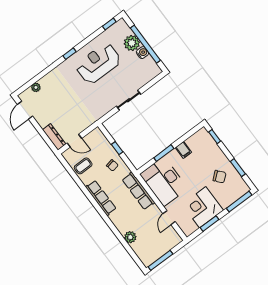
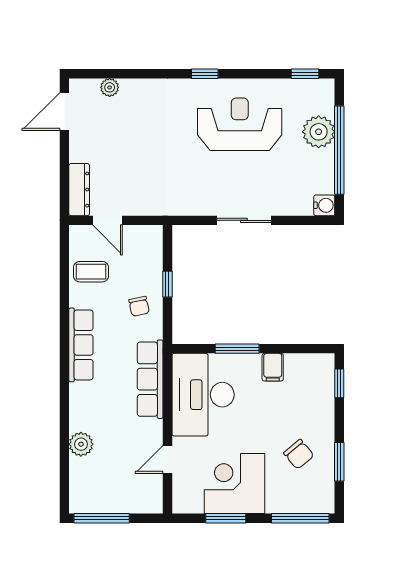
water cooler: (142, 53) -> (324, 205), moved

